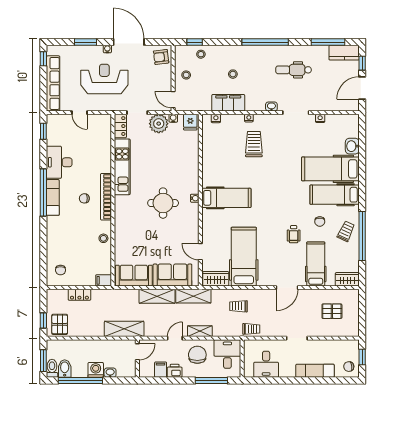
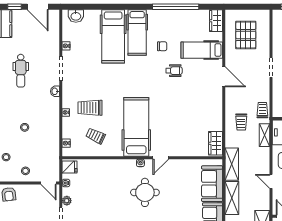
door: (173, 100) -> (49, 183), hinge flipped
filing cabinet: (228, 103) -> (51, 132), removed
plant: (159, 124) -> (67, 201), width x0.53, depth x0.53
washbasin: (352, 146) -> (76, 16), moved
hospital bed: (226, 198) -> (136, 127), width x1.37, depth x1.29
trolley: (346, 231) -> (96, 136), moved
door: (200, 252) -> (161, 158), moved
hospital bed: (244, 257) -> (195, 117), removed
pallet: (332, 311) -> (246, 35), width x1.50, depth x1.42
shelving: (200, 331) -> (264, 135), moved

